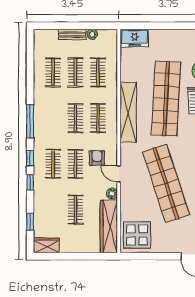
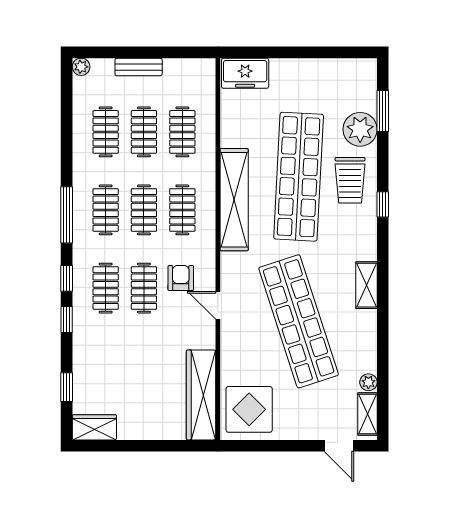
plant: (92, 34) -> (81, 67), moved
plant: (112, 194) -> (206, 339), removed
clothes rail: (75, 210) -> (106, 210), moved

